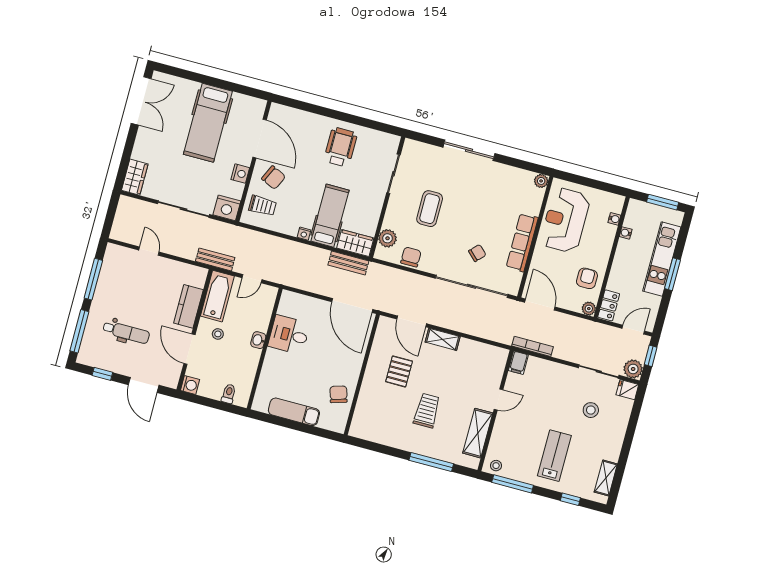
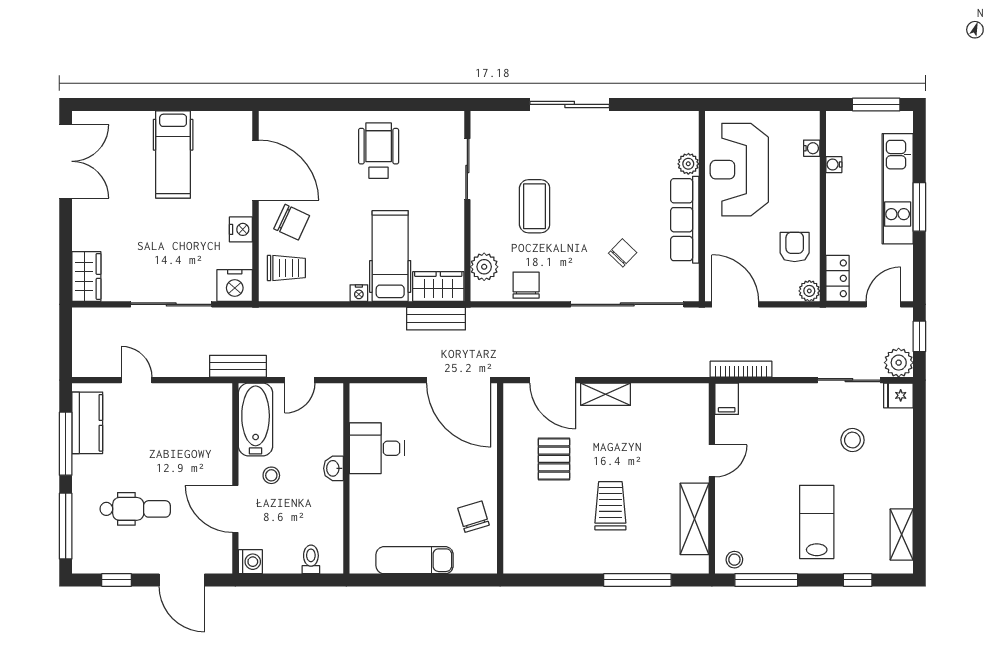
hospital bed: (208, 123) -> (173, 154), width x0.73, depth x0.78
plant: (541, 181) -> (688, 164), moved
kitchen counter: (188, 306) -> (87, 423), moved, turned 180

